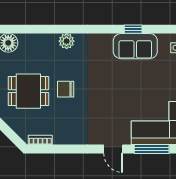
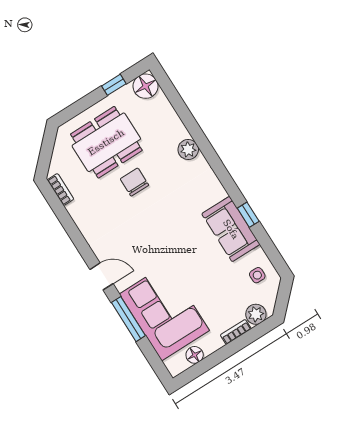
dining table: (28, 91) -> (106, 142), width x1.37
door: (113, 149) -> (101, 276), swing flipped

